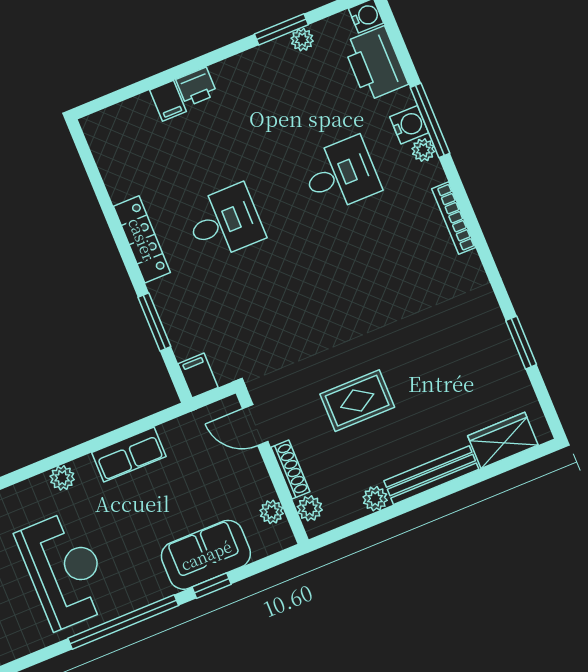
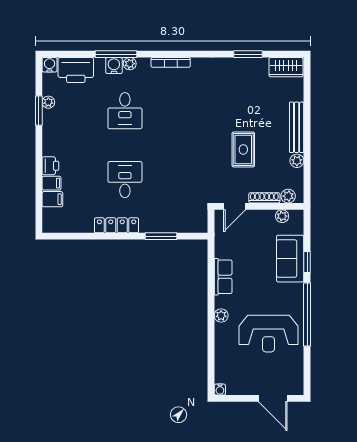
desk: (341, 174) -> (125, 111), turned 180
filing cabinet: (198, 376) -> (52, 199), moved, turned 180
wardrobe: (503, 440) -> (286, 67), moved, turned -90
reception desk: (65, 570) -> (269, 334), turned 180

